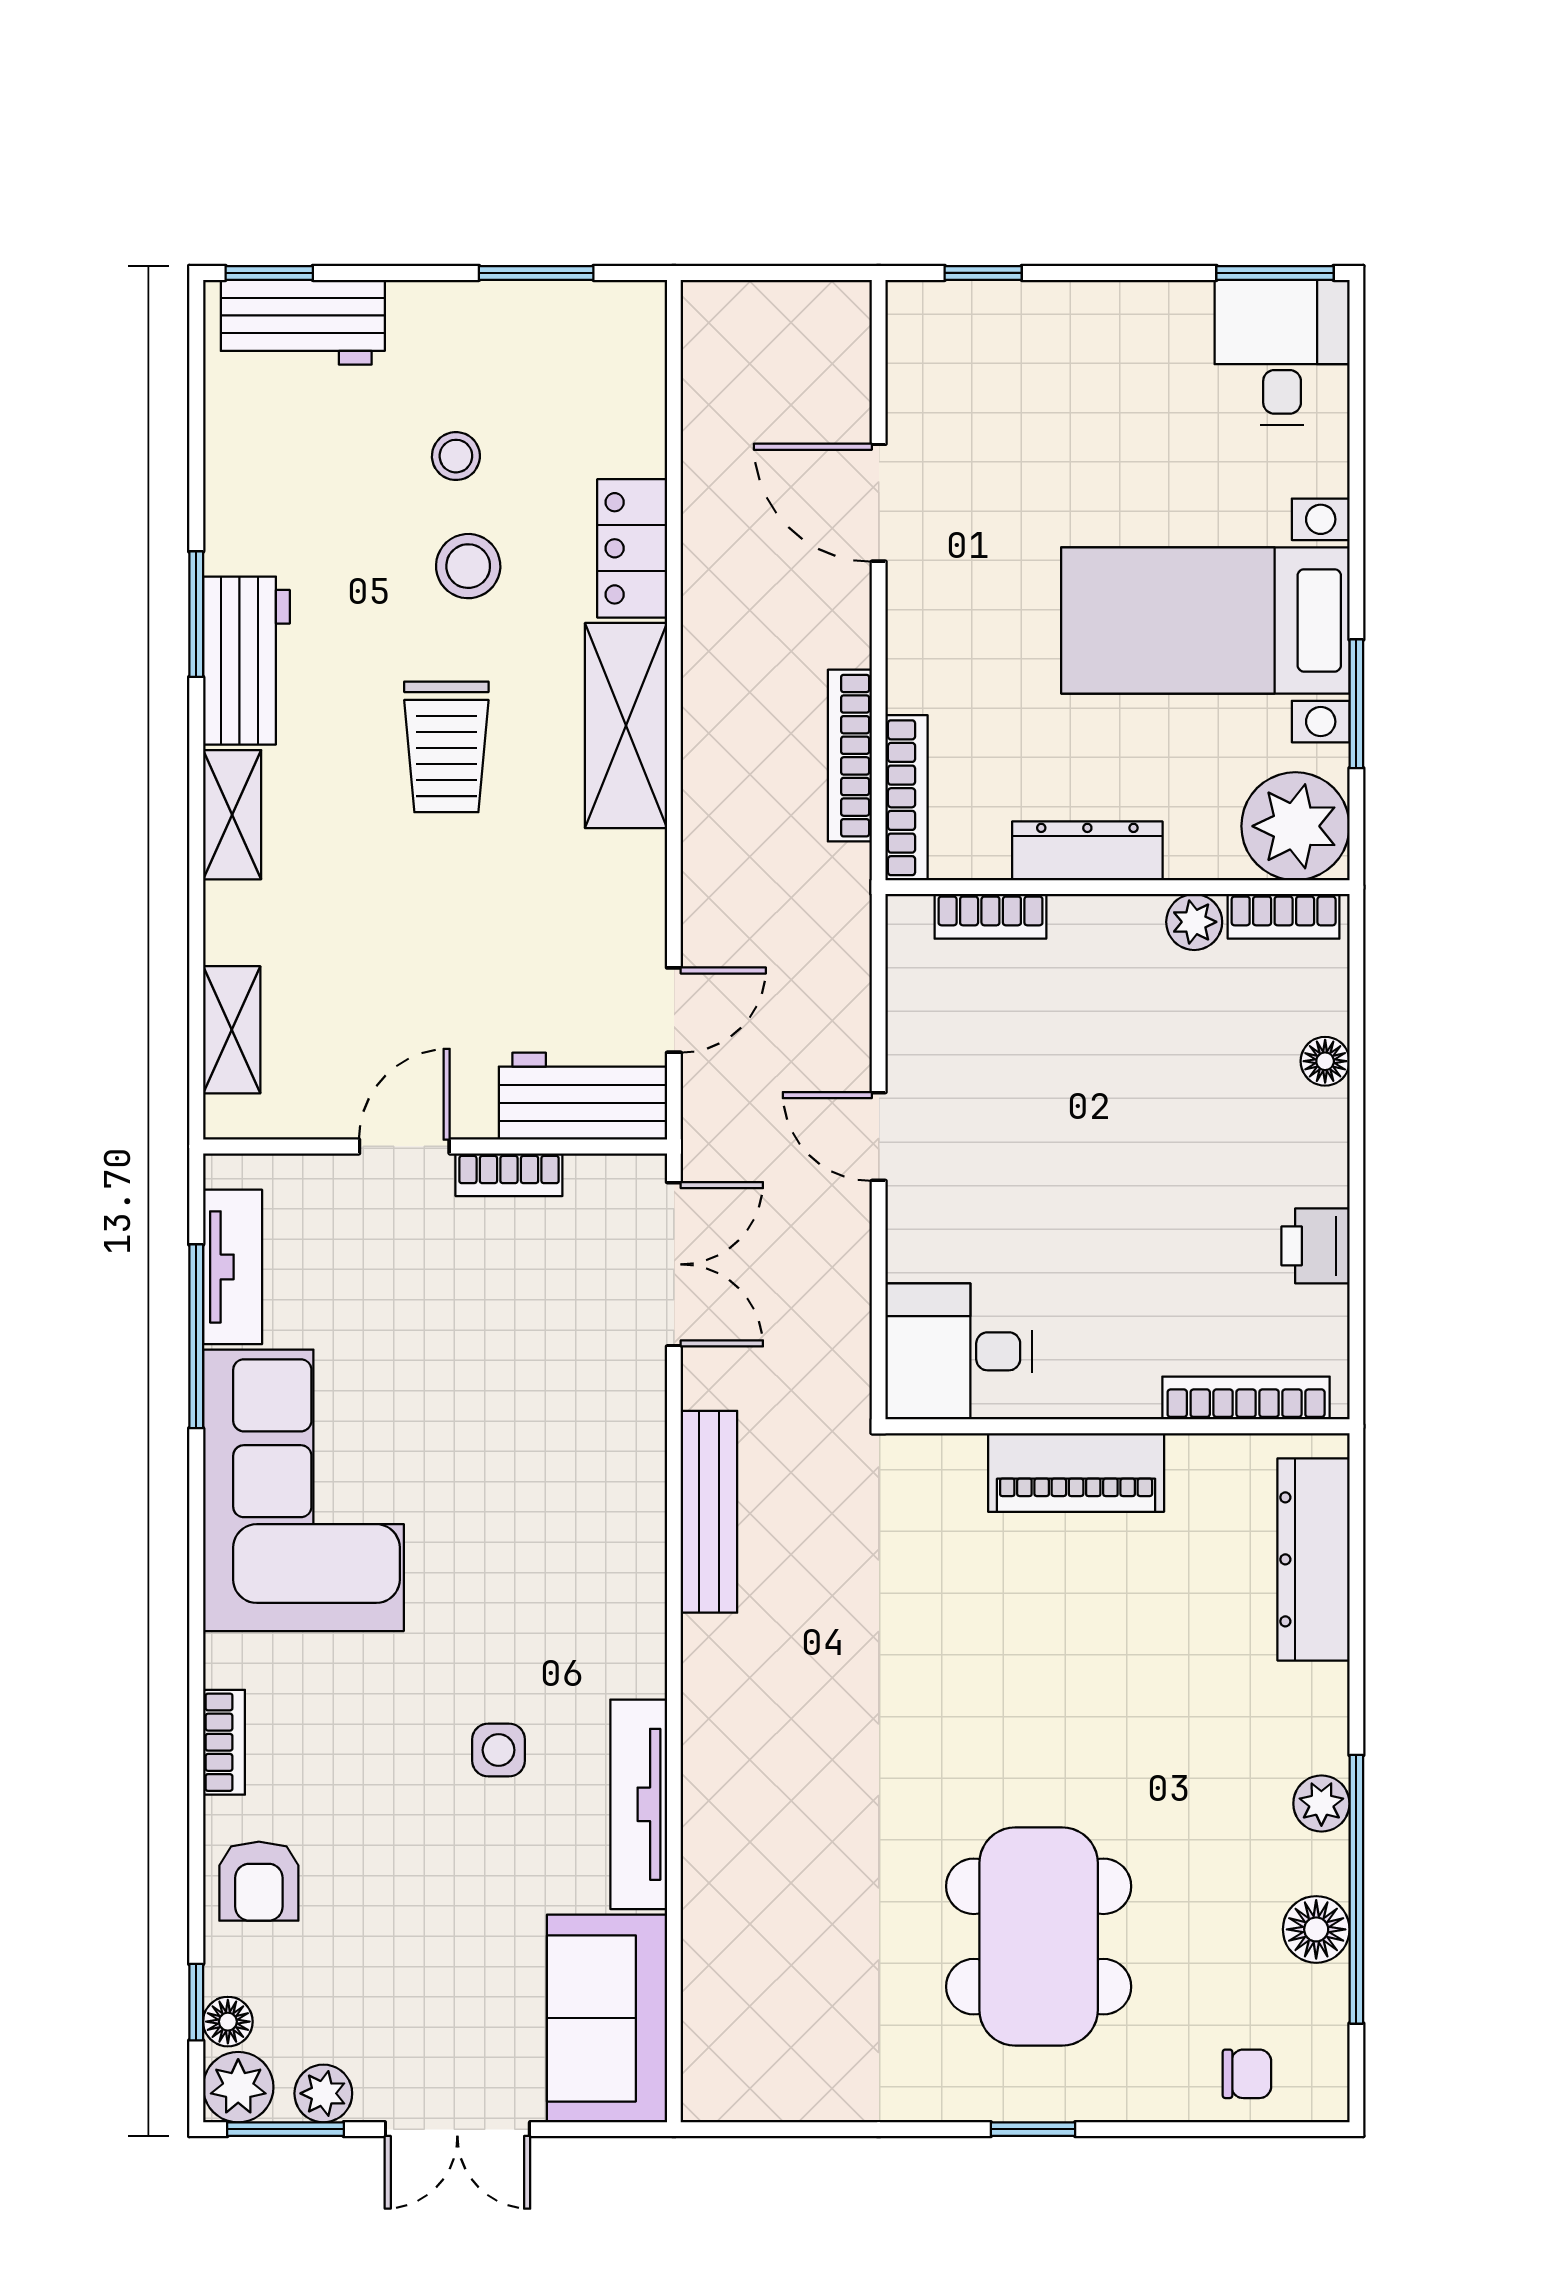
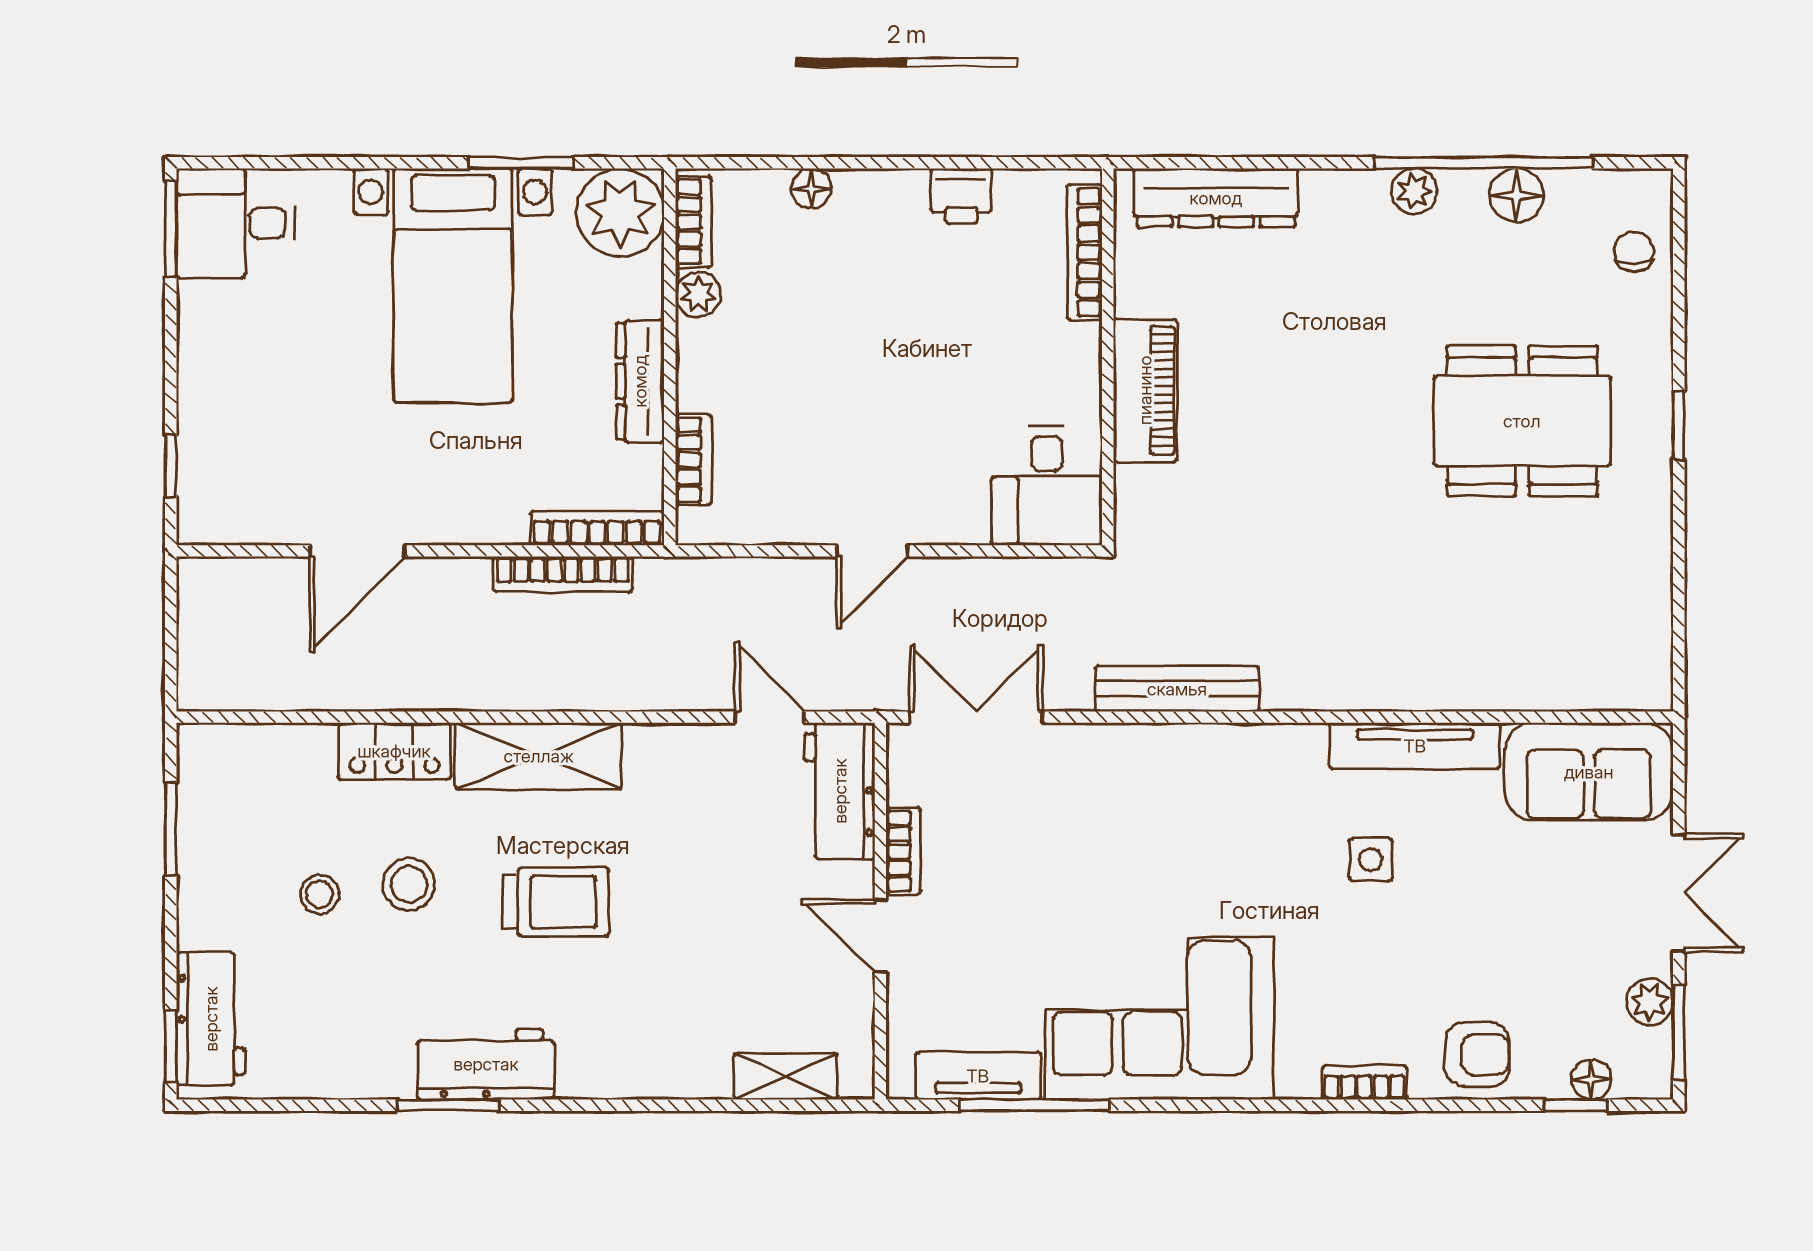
shelving: (232, 815) -> (611, 1076), removed
plant: (238, 2087) -> (1645, 1071), removed

